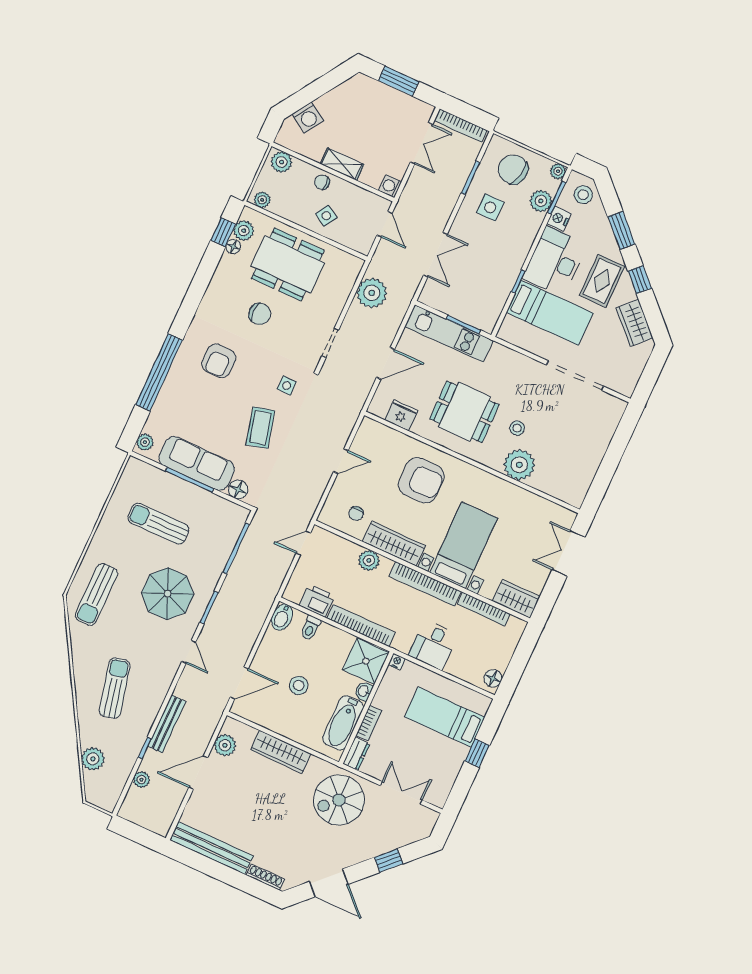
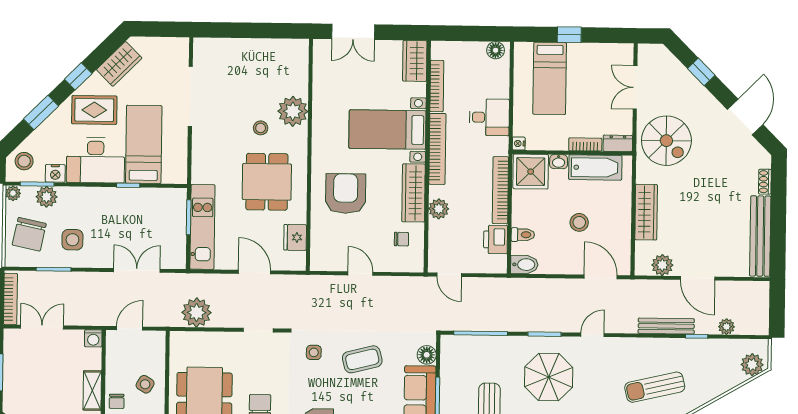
plant: (93, 759) -> (752, 365), moved
shoe rack: (265, 877) -> (765, 182), width x0.70

